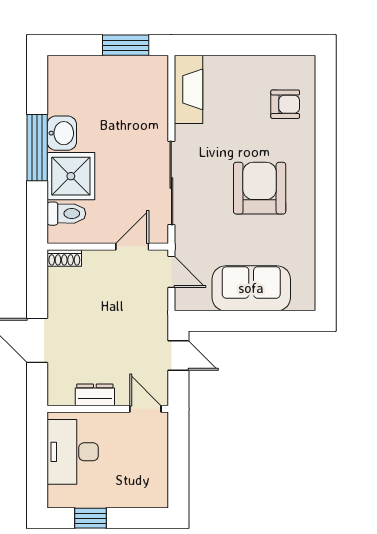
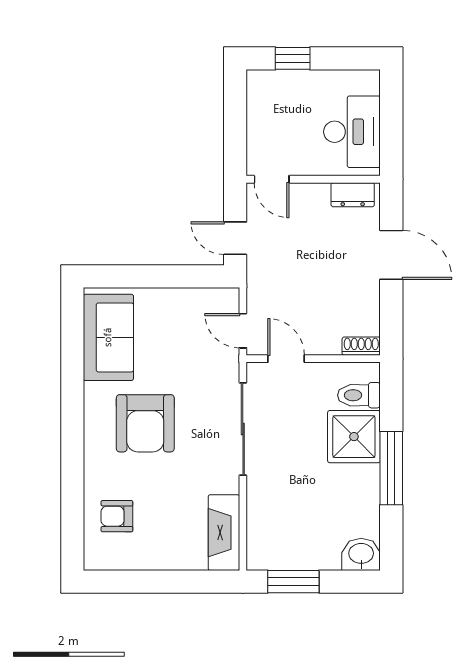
washbasin: (62, 133) -> (361, 554), moved, turned 90
door: (132, 247) -> (286, 359), swing flipped
sofa: (251, 288) -> (108, 337), moved, turned -90
dresser: (95, 395) -> (353, 195), moved
window: (90, 518) -> (293, 58), moved

